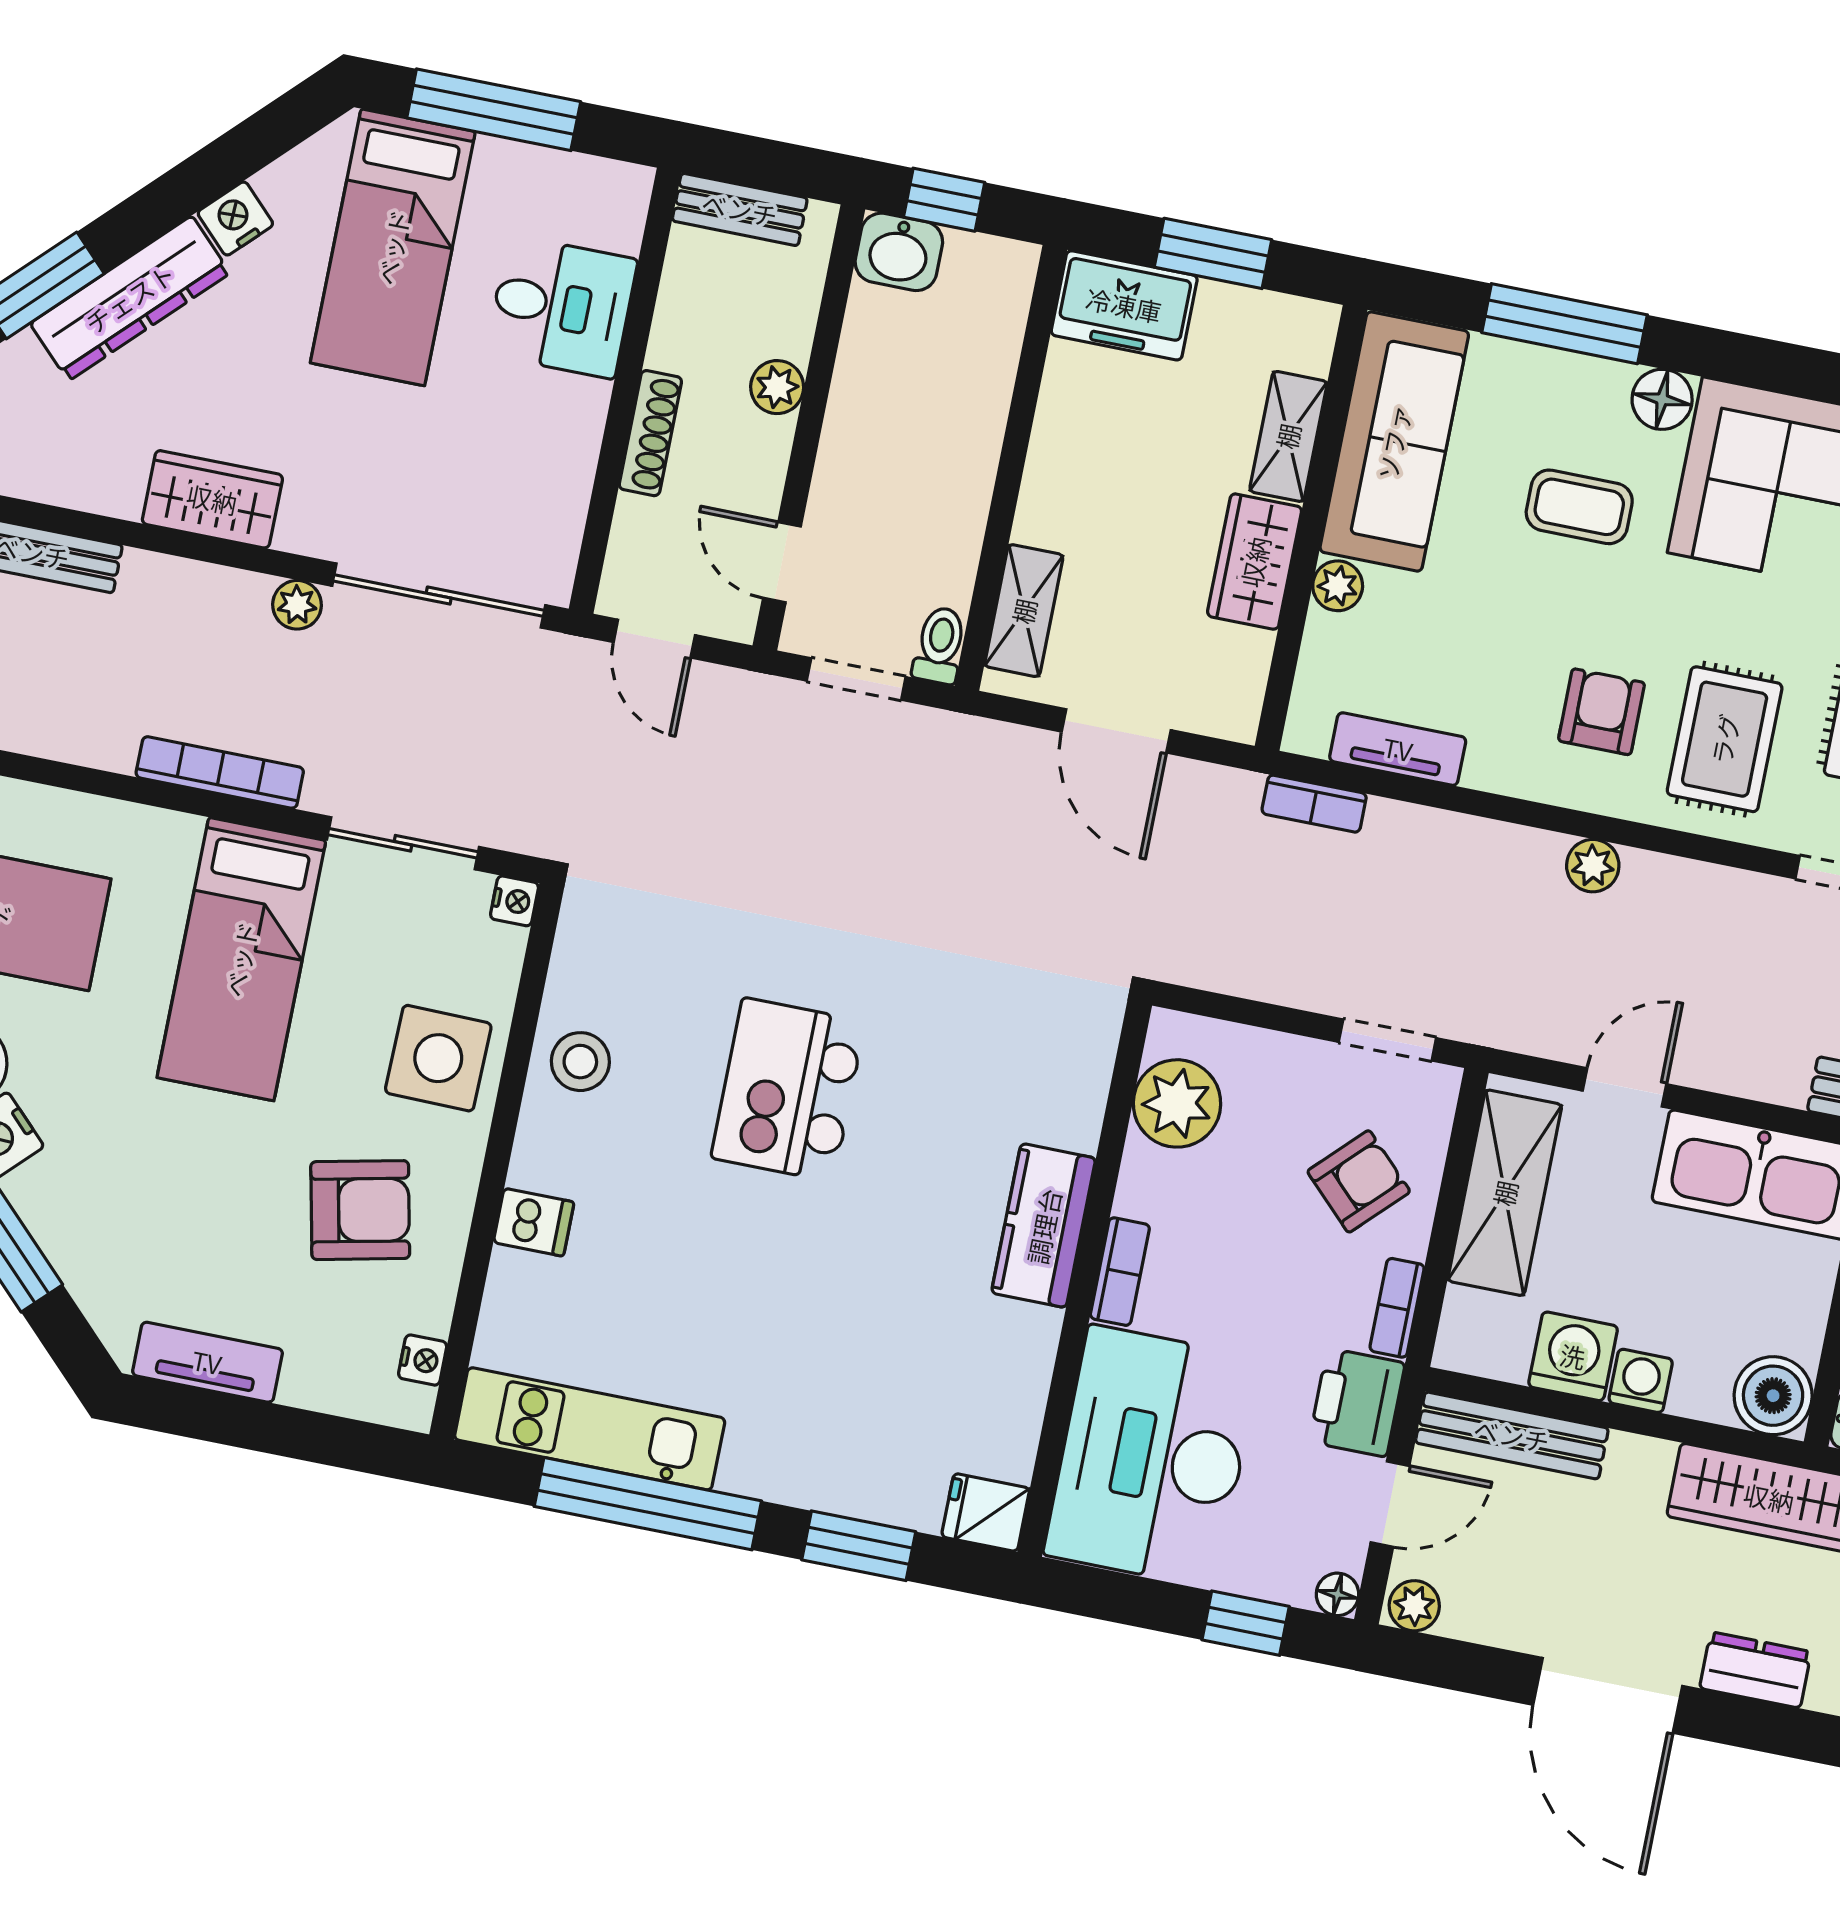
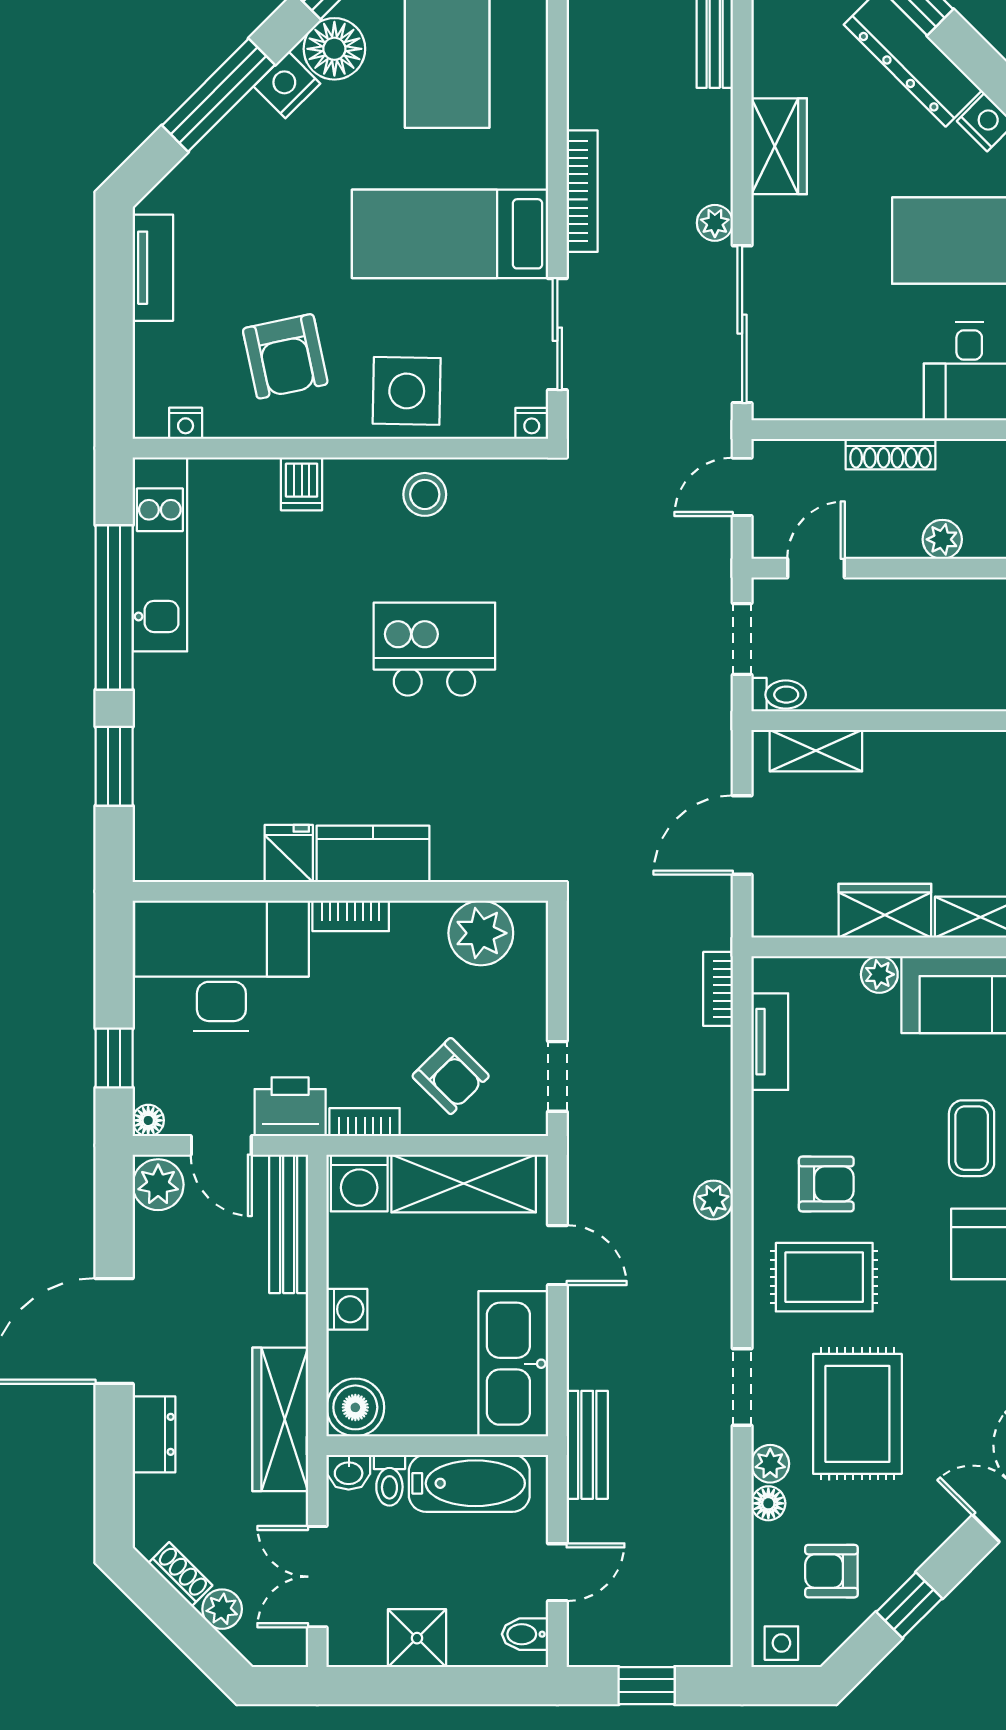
washing machine: (1573, 1356) -> (359, 1183), moved, turned 90
fridge: (986, 1512) -> (289, 853), moved
plant: (1414, 1606) -> (158, 1185), width x1.38, depth x1.38

